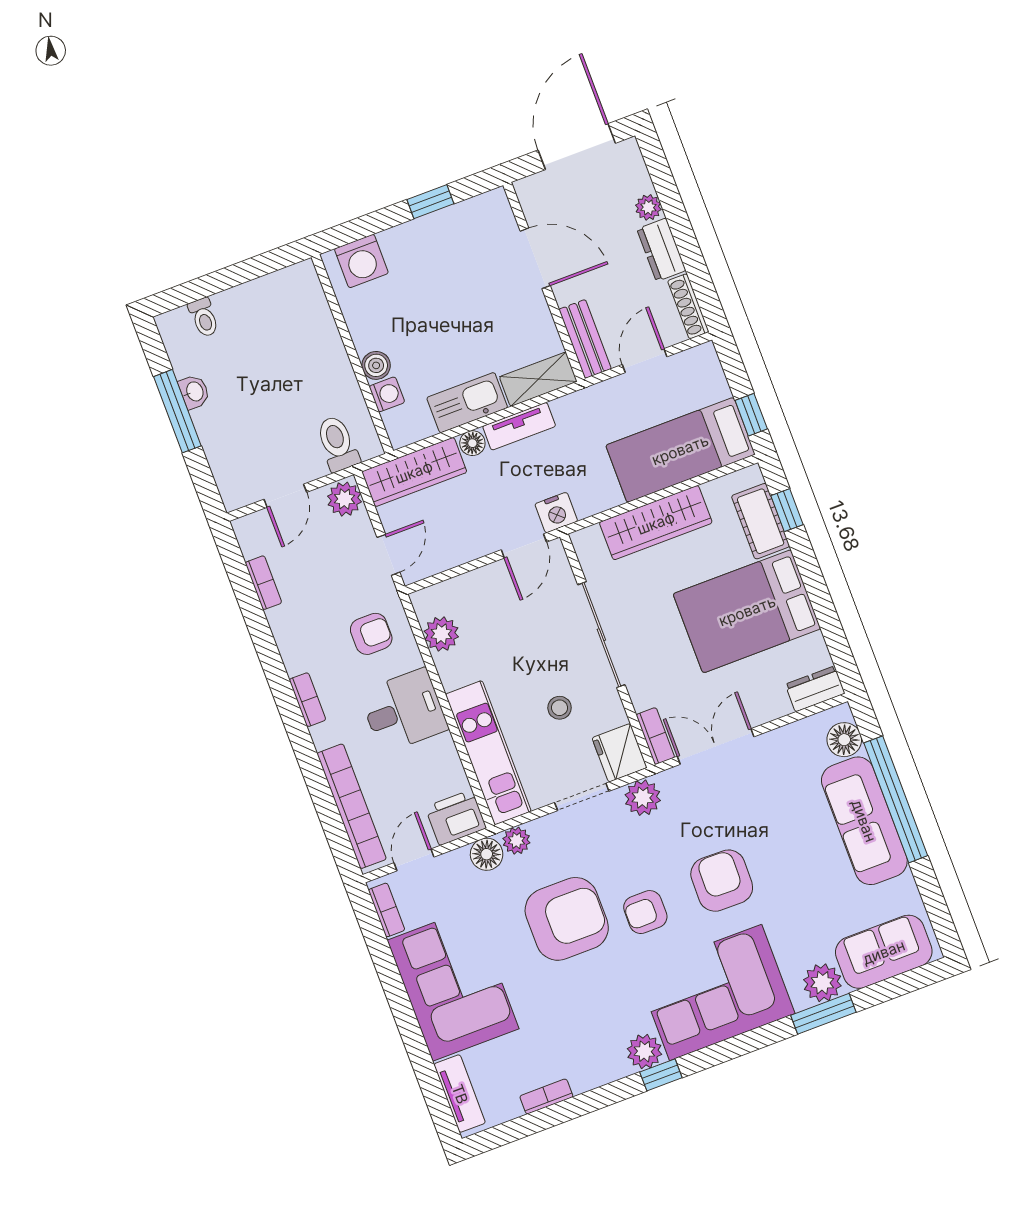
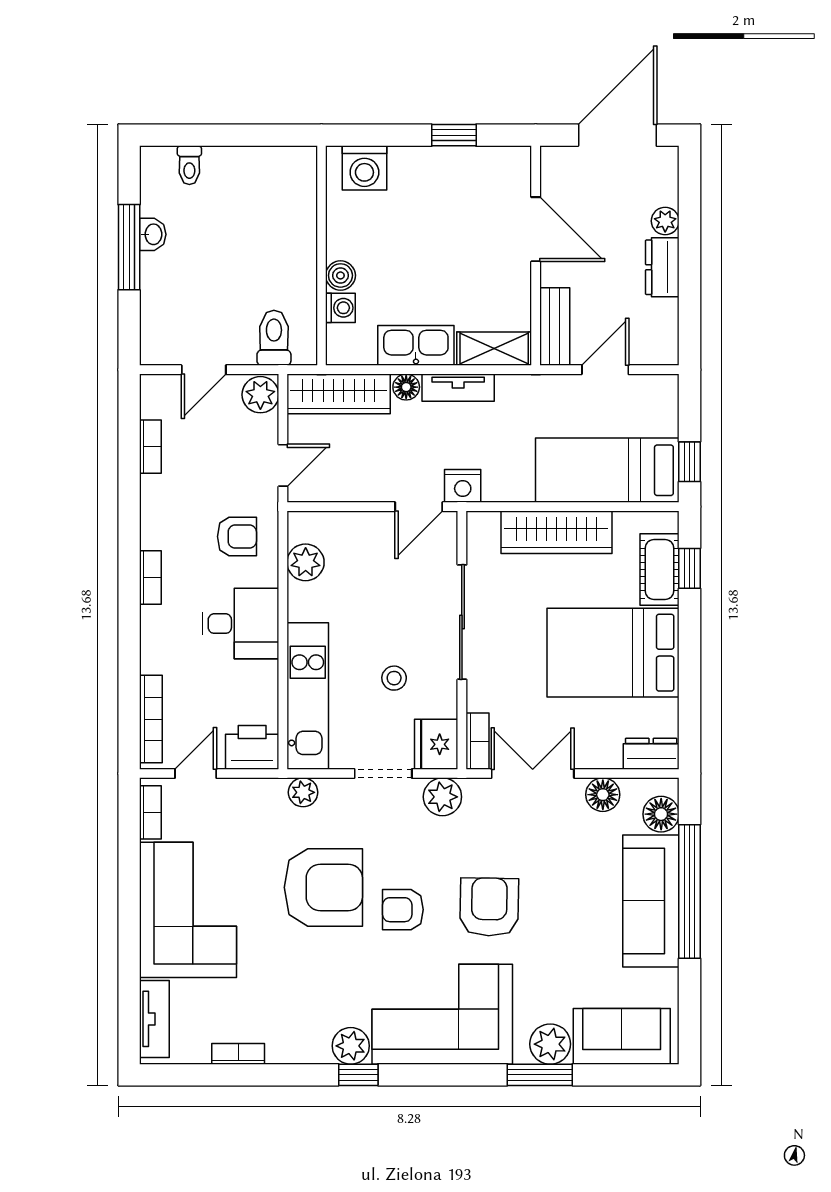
shoe rack: (688, 306) -> (668, 332), removed
bookcase: (352, 806) -> (151, 719), width x0.68, depth x0.76
floor lamp: (487, 854) -> (603, 795), moved

